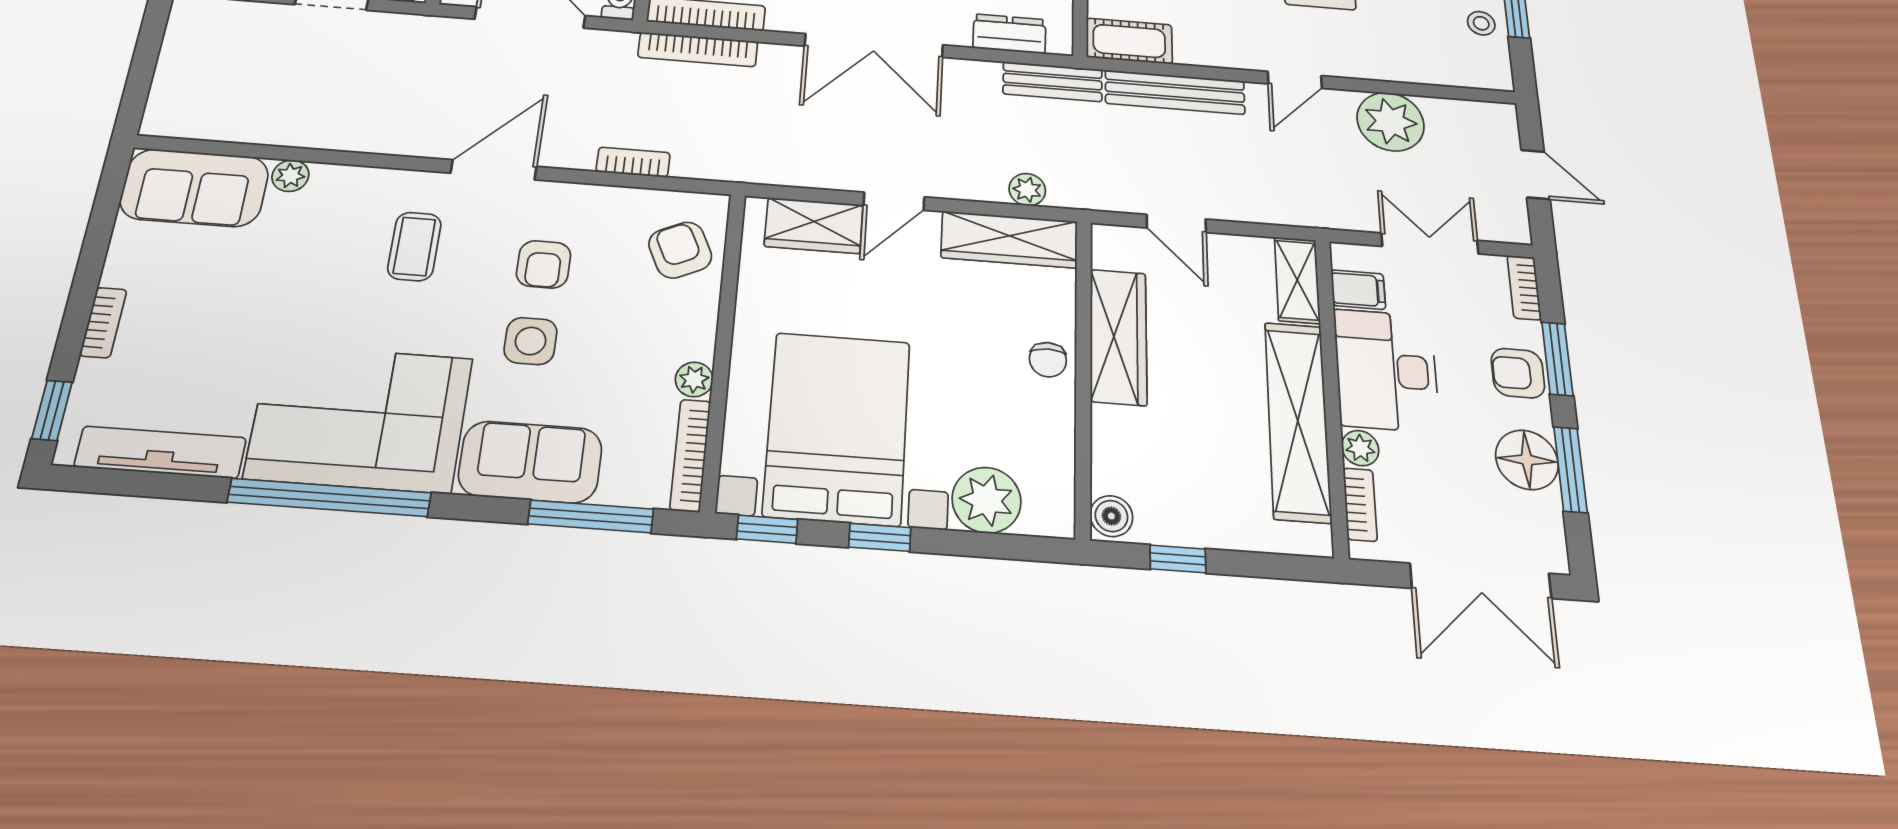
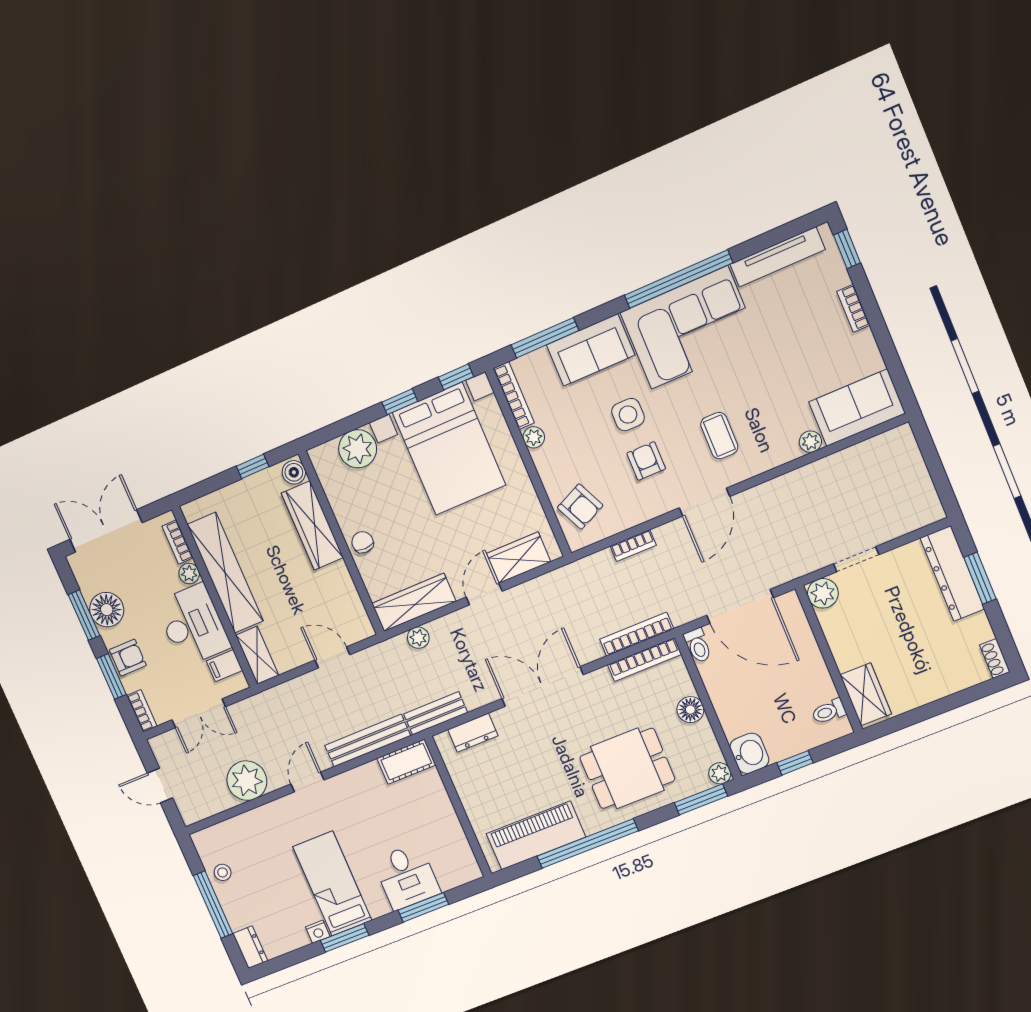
wardrobe: (1118, 337) -> (312, 525), moved

